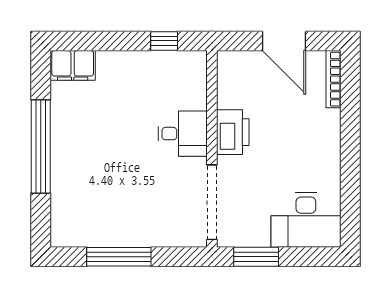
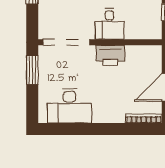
desk: (306, 220) -> (69, 106), moved, turned -90

